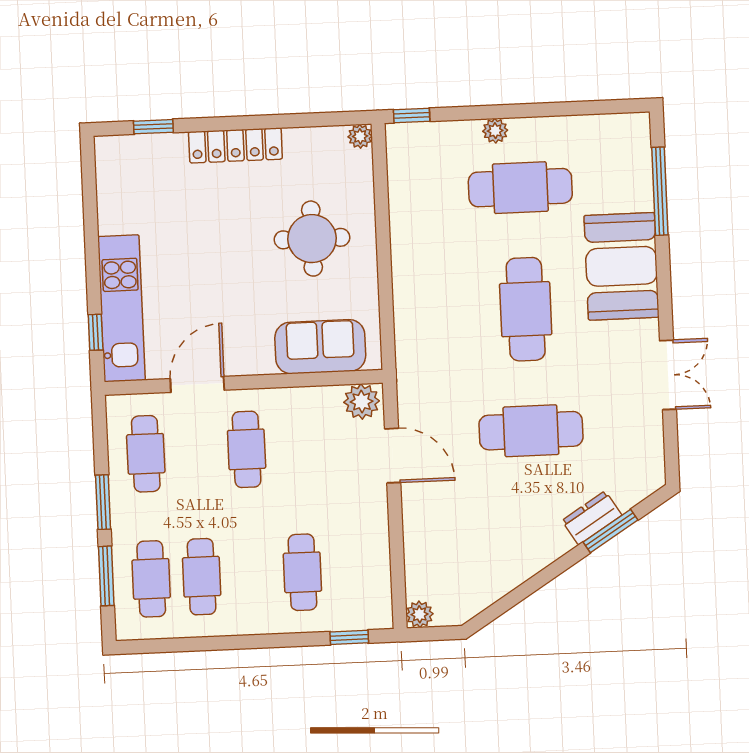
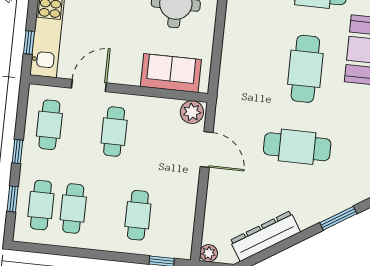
window: (103, 502) -> (18, 152), width x0.67
dresser: (592, 518) -> (265, 236), moved, width x1.96, depth x1.24
window: (106, 576) -> (13, 199), width x0.67

